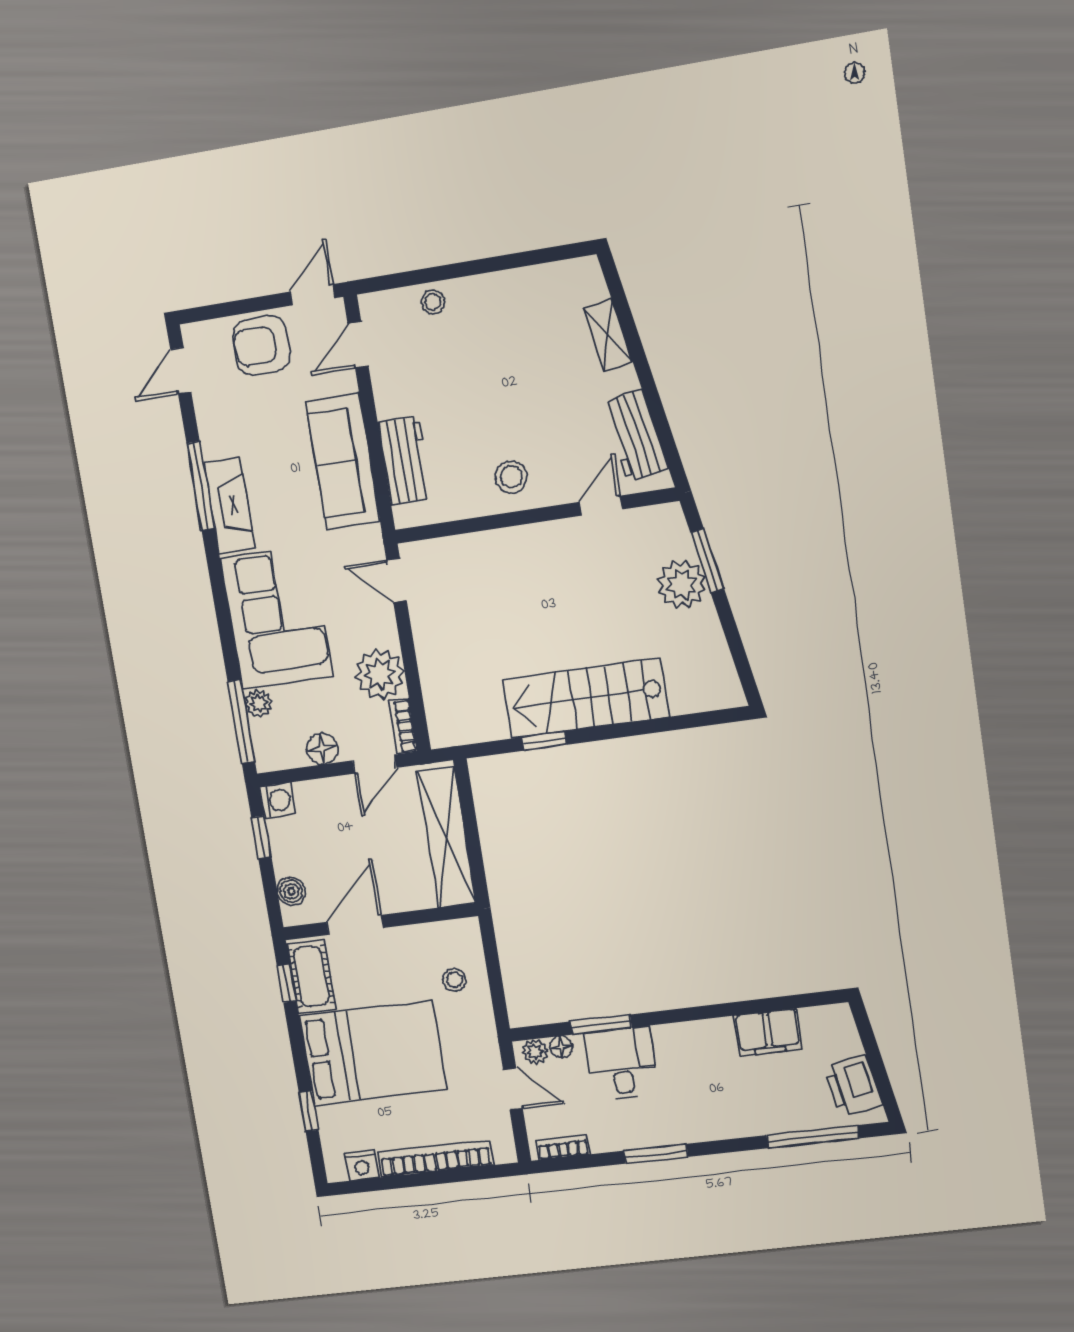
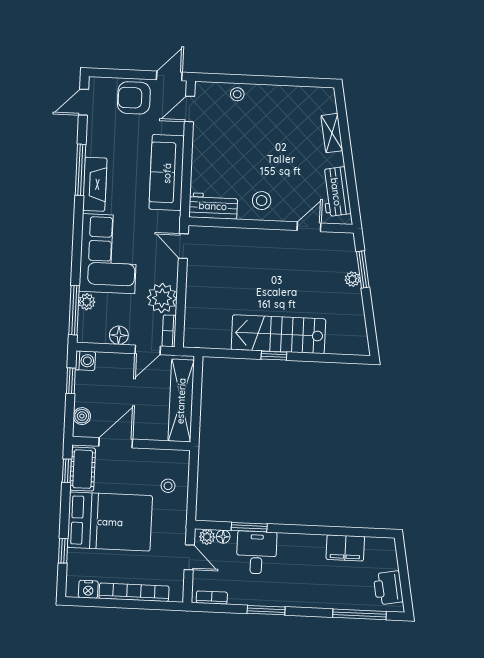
workbench: (405, 460) -> (213, 206), moved, turned -90
plant: (682, 584) -> (352, 279), width x0.53, depth x0.53
window: (544, 741) -> (274, 356), moved

